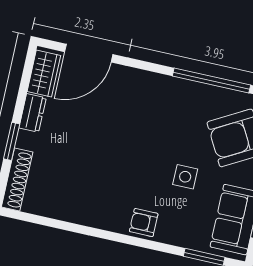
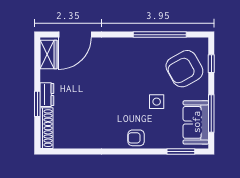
dresser: (33, 113) -> (47, 95), moved

